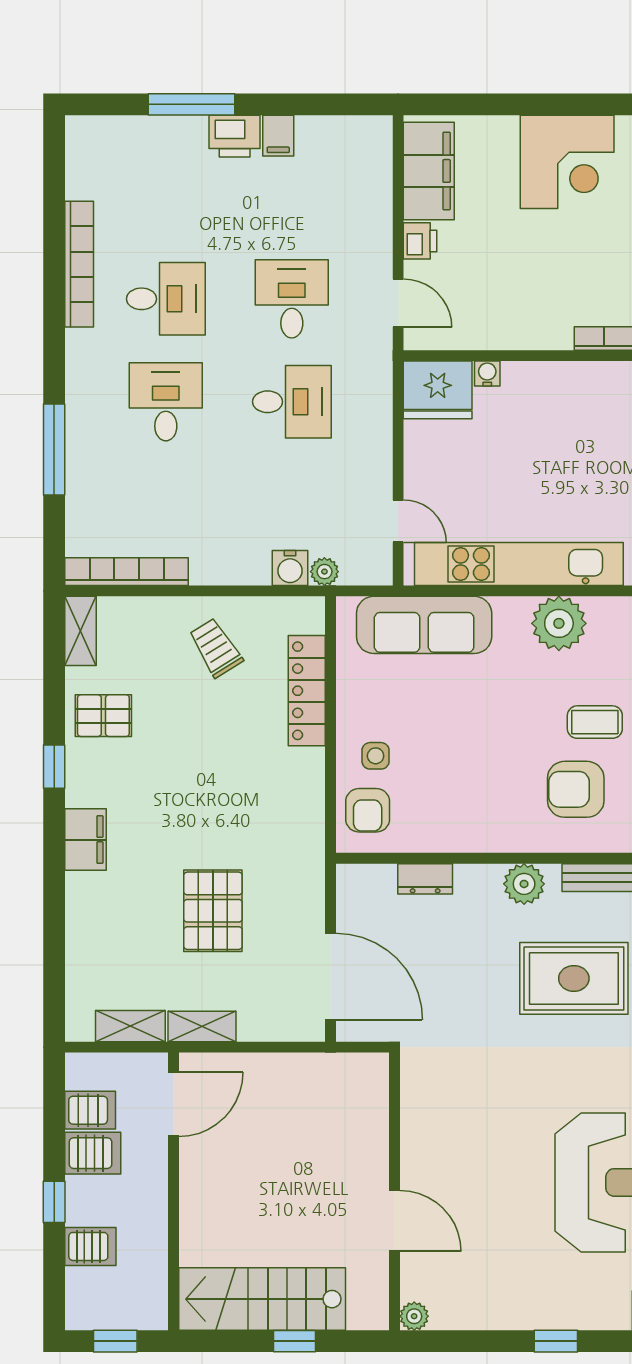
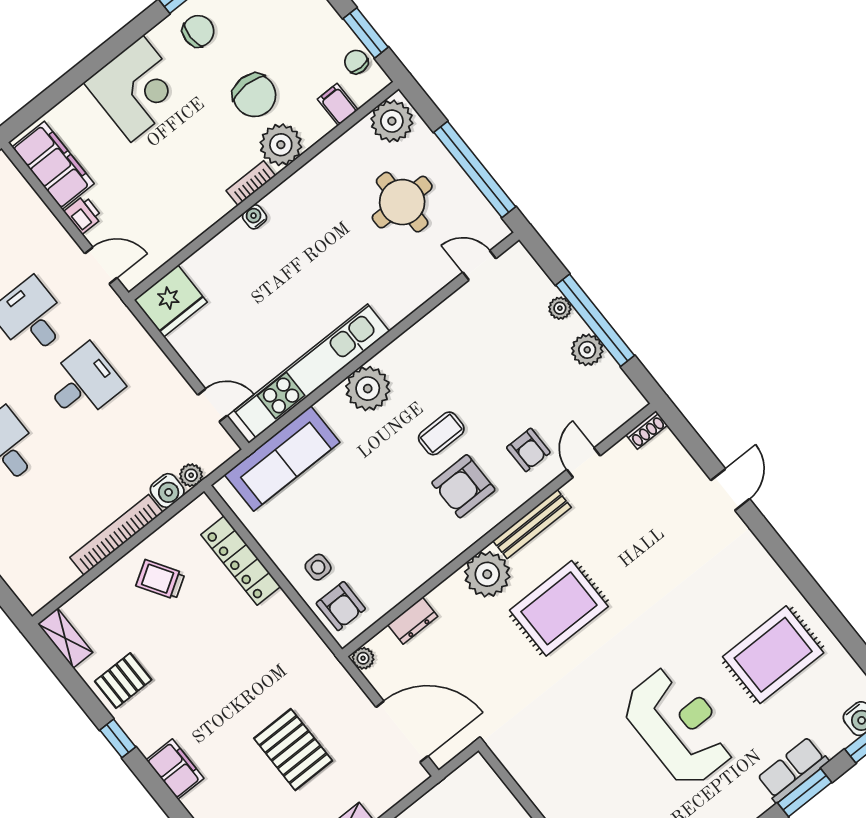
water cooler: (487, 374) -> (255, 217), moved
bookcase: (127, 572) -> (116, 535), moved
plant: (349, 877) -> (363, 658), added
plant: (524, 884) -> (487, 574), width x1.36, depth x1.36

